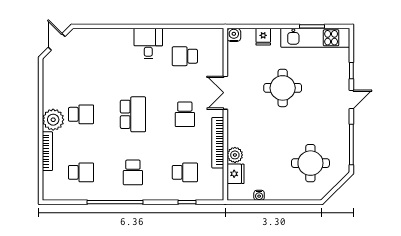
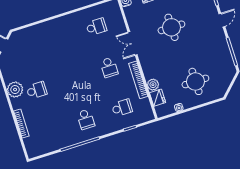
desk: (148, 43) -> (68, 26), removed
school desk: (185, 56) -> (96, 27), turned 180
school desk: (133, 114) -> (73, 79), removed
plant: (53, 120) -> (15, 90), moved
round table: (310, 163) -> (195, 81), moved
school desk: (81, 172) -> (50, 131), removed

